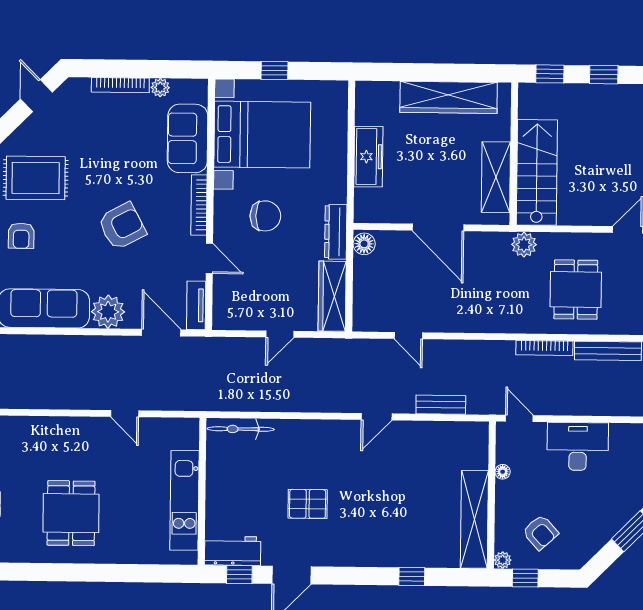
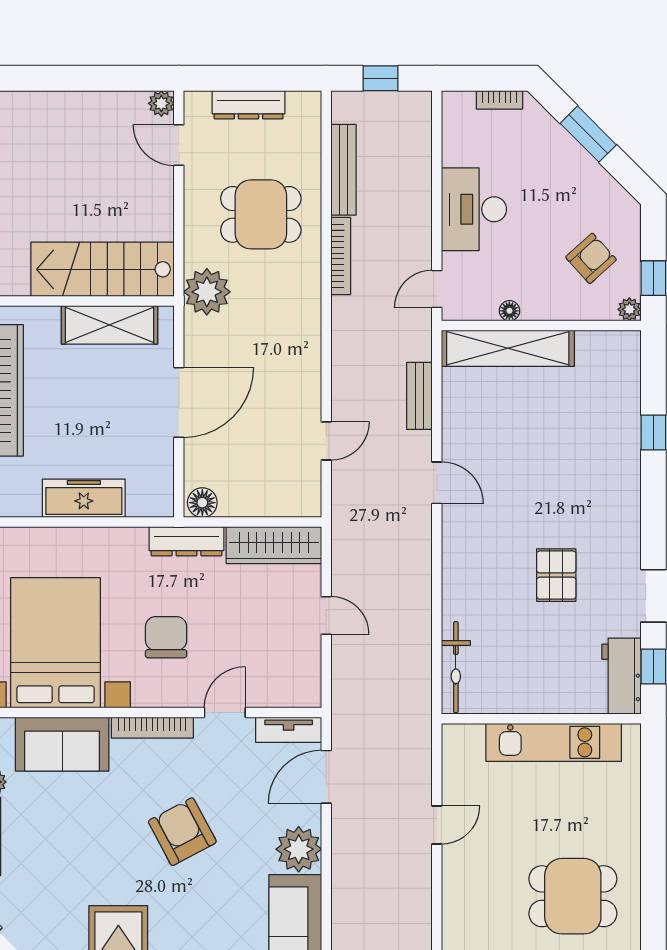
plant: (524, 245) -> (207, 292), width x1.36, depth x1.36
shelving: (474, 519) -> (508, 348), moved

